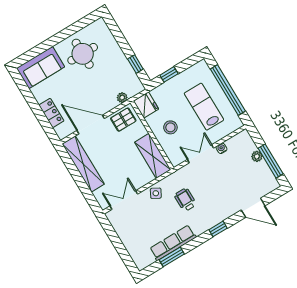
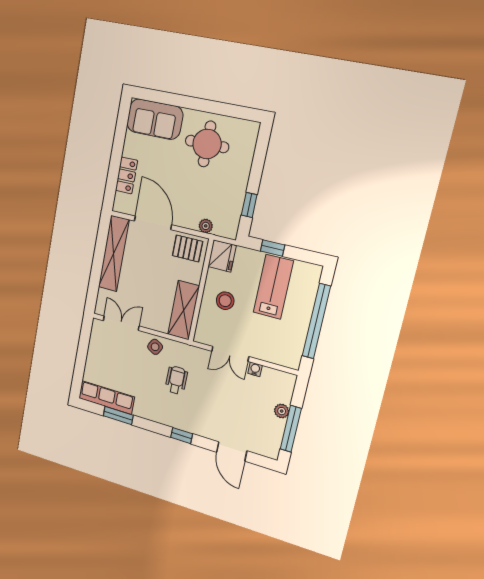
lab bench: (204, 107) -> (273, 287), moved
double door: (200, 154) -> (230, 354), swing flipped
row of seats: (173, 243) -> (106, 398), moved

